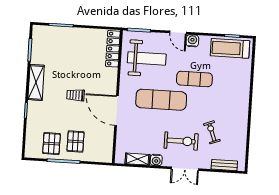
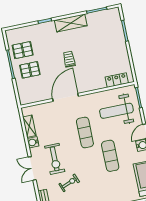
locker: (113, 49) -> (117, 80), width x0.66
weight bench: (147, 58) -> (116, 111), turned 90
exercise mat: (161, 100) -> (85, 132), width x0.73, depth x0.69

